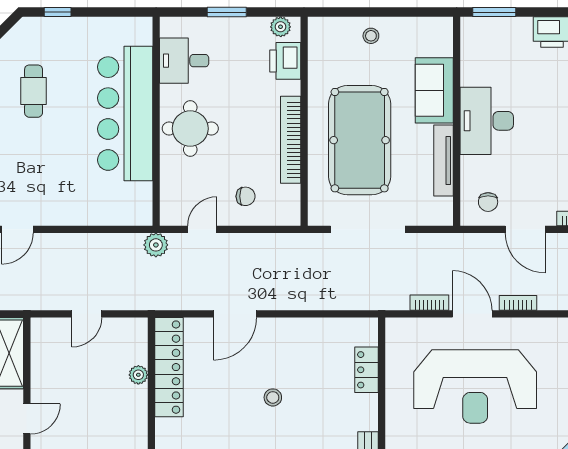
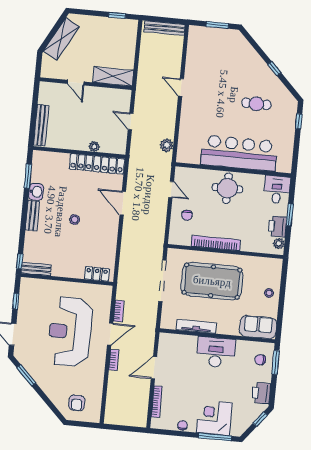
desk: (184, 61) -> (277, 190), moved
printer: (285, 61) -> (277, 226), moved, turned -90
sofa: (434, 90) -> (258, 327), moved
chair: (488, 202) -> (260, 360), moved
plant: (156, 245) -> (167, 145), moved
locker: (366, 370) -> (97, 274), moved

